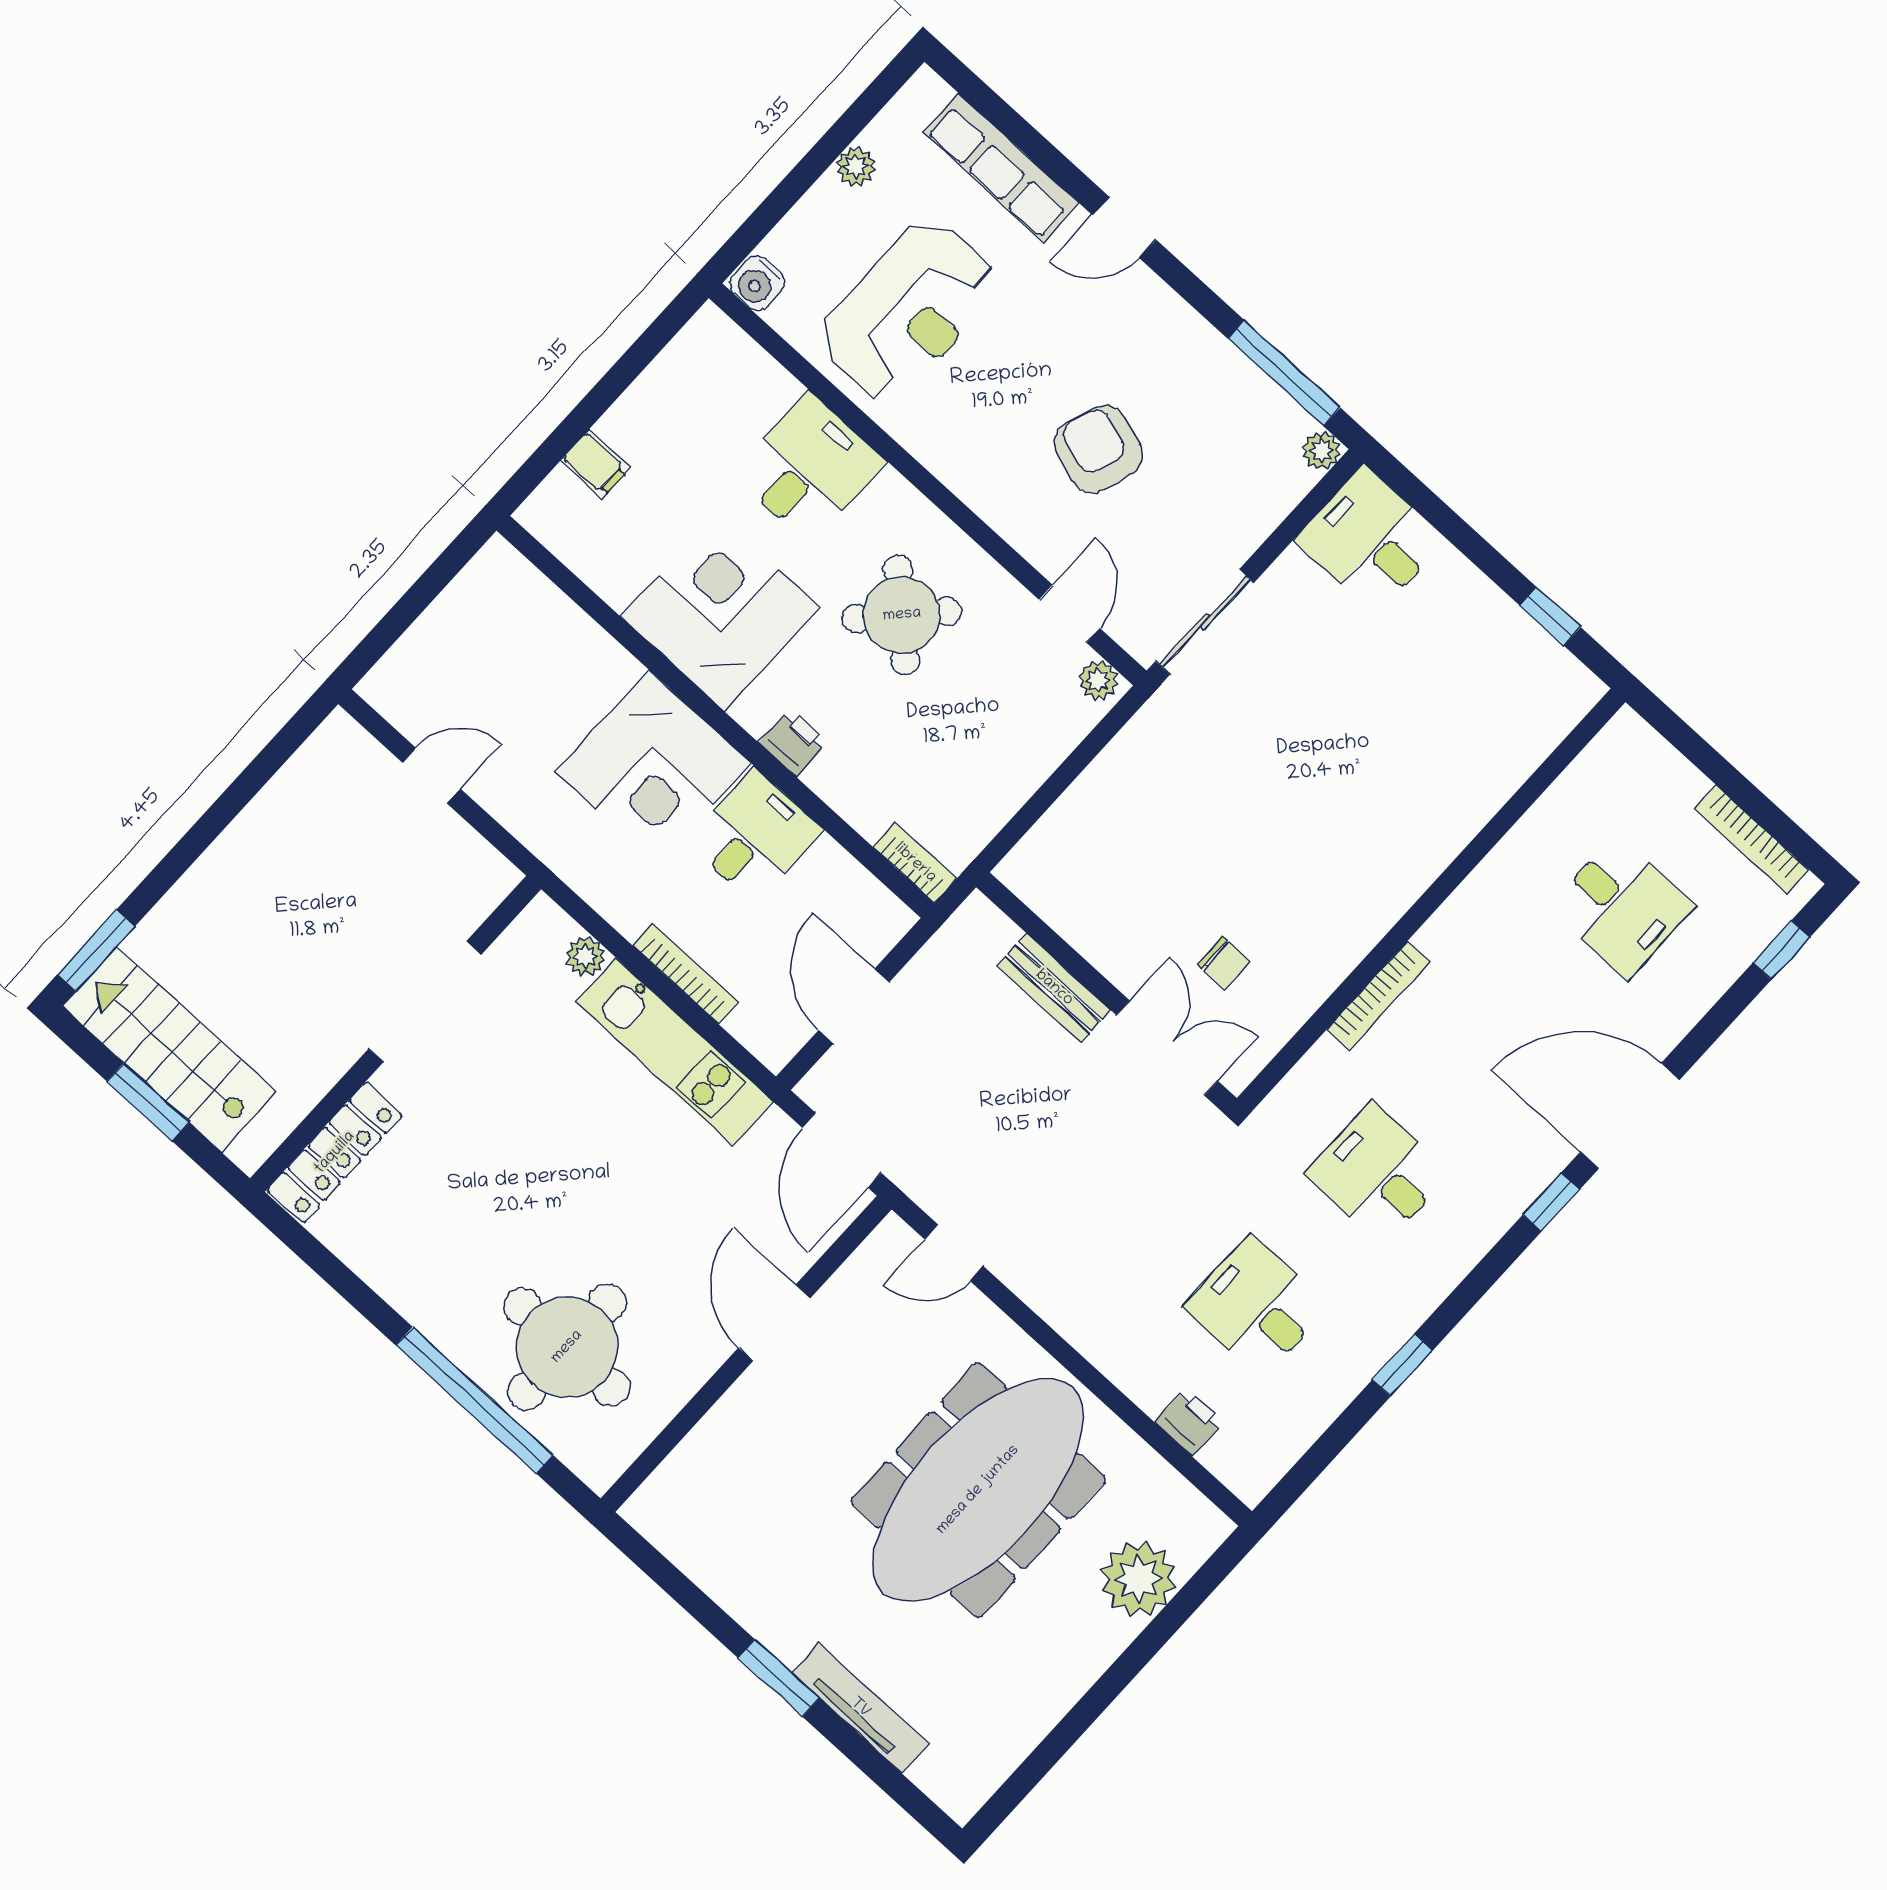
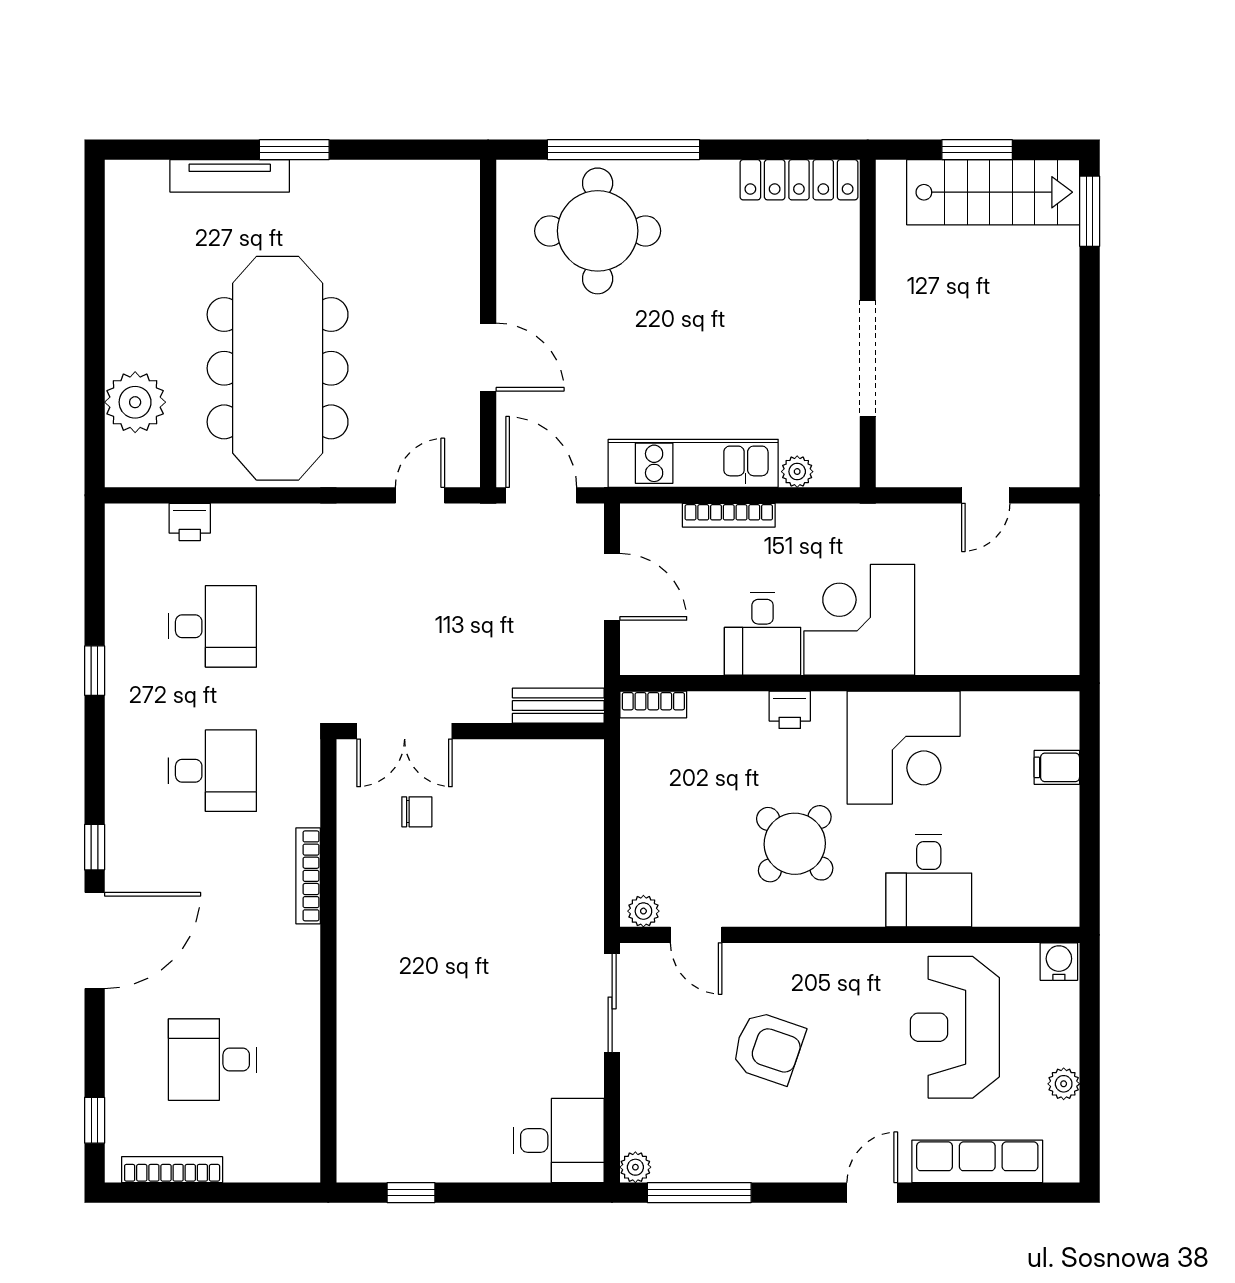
chair: (1224, 963) -> (417, 812), turned 180
bench: (1054, 988) -> (558, 706), moved
locker: (335, 1153) -> (799, 180), moved, turned -90

